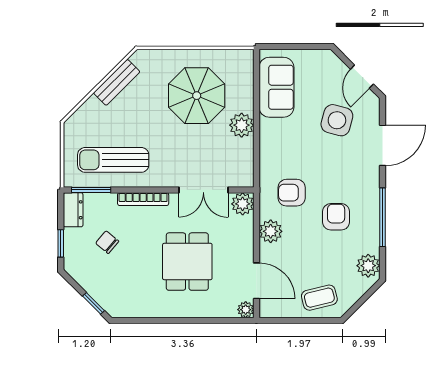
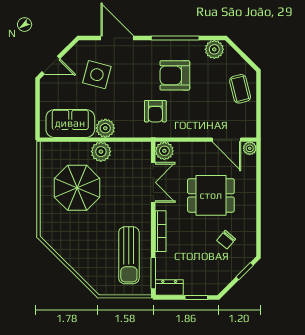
door: (362, 77) -> (51, 65), moved
bench: (117, 82) -> (66, 252), removed
armchair: (336, 217) -> (175, 75), width x1.38, depth x1.38
plant: (271, 231) -> (105, 128), moved
chair: (107, 242) -> (226, 240), moved
door: (256, 281) -> (227, 140), swing flipped

